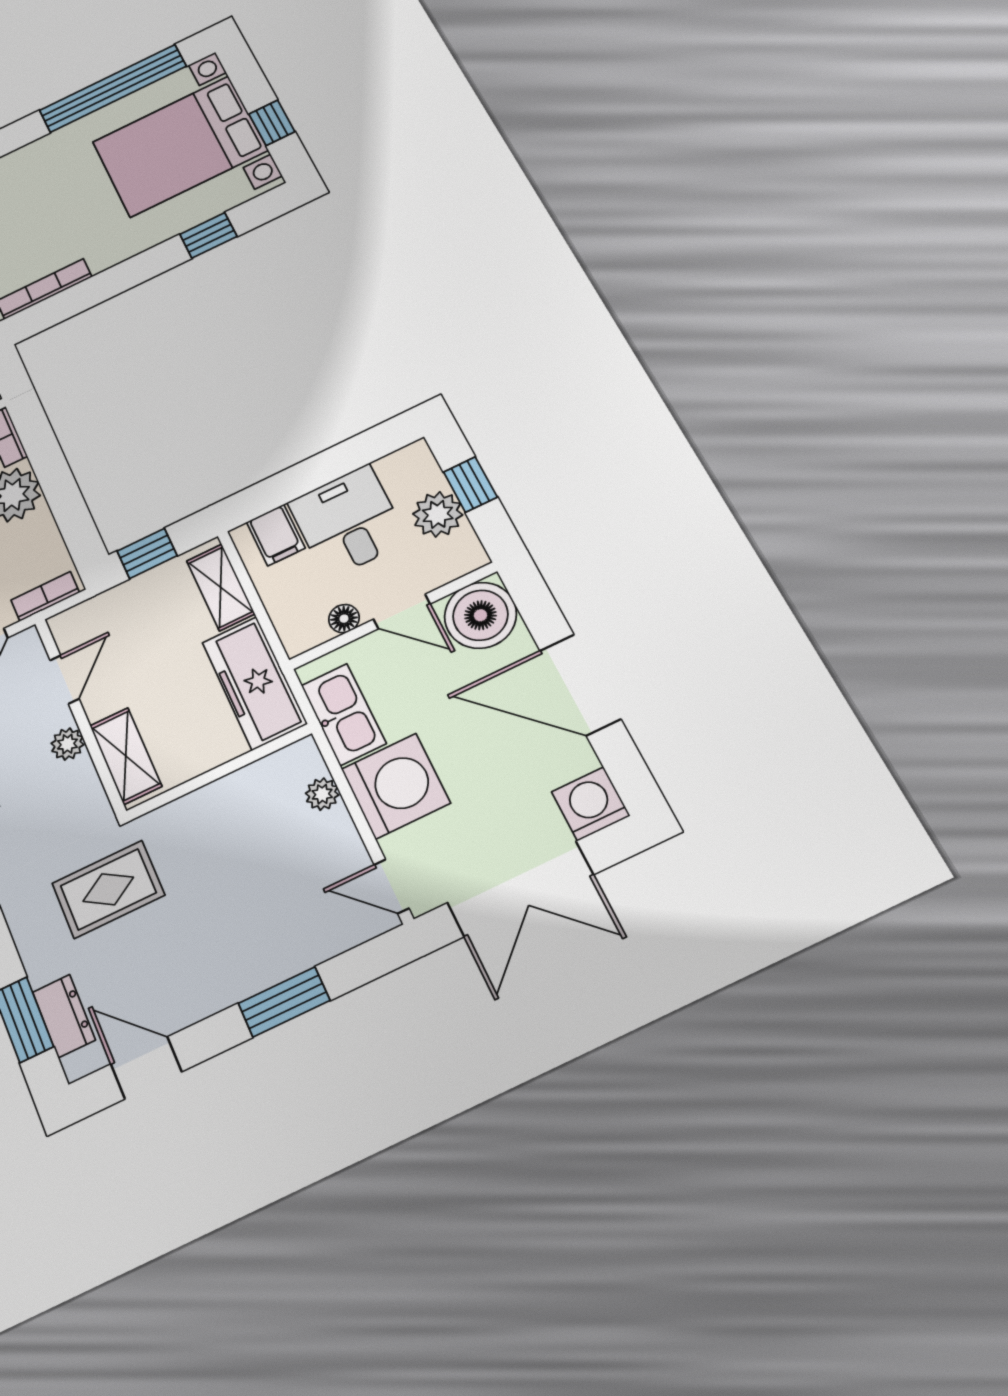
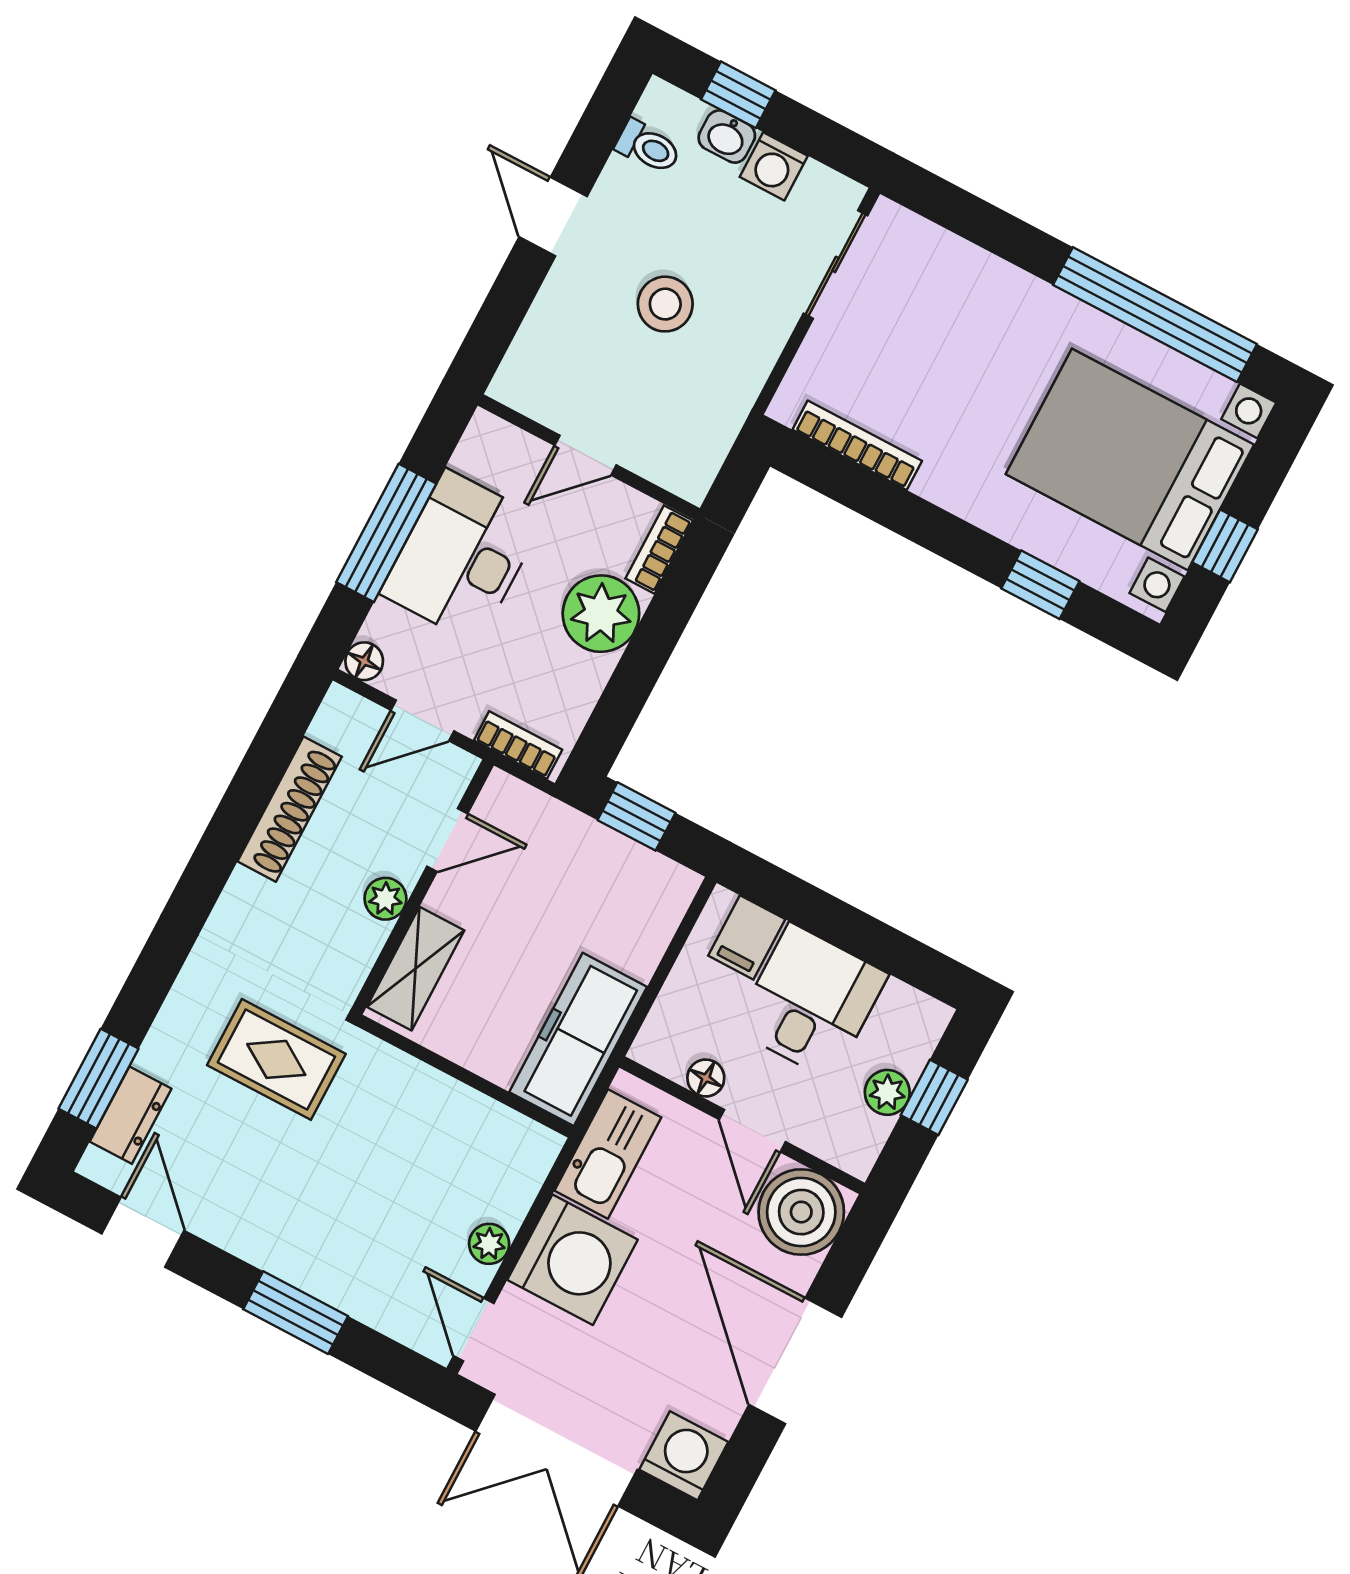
plant: (438, 514) -> (887, 1092), width x0.73, depth x0.73
shelving: (221, 587) -> (653, 924), removed
plant: (322, 794) -> (489, 1244), moved

